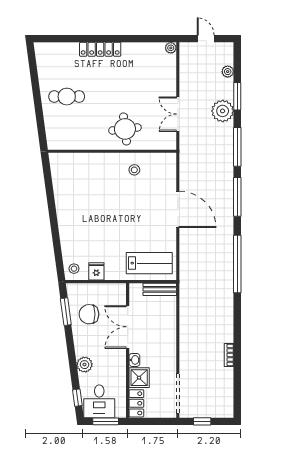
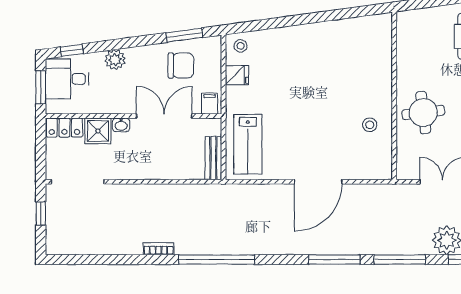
window: (237, 264) -> (217, 259), moved
filing cabinet: (118, 292) -> (210, 104), added
chair: (89, 314) -> (181, 65), turned 90
bookcase: (229, 355) -> (158, 249), moved

